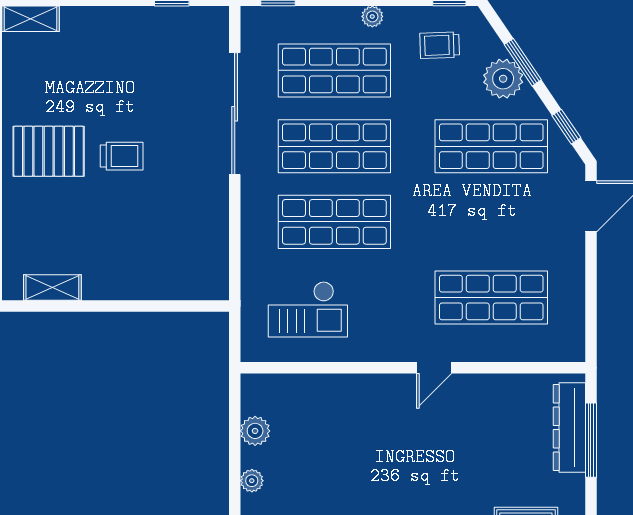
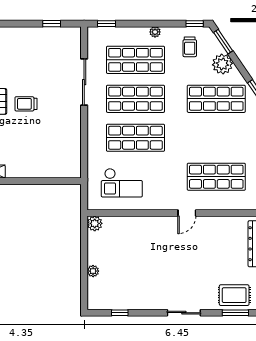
trolley: (440, 45) -> (190, 47), turned -88
window: (523, 62) -> (223, 42), moved
sliding door: (235, 114) -> (84, 82), width x0.73
trolley: (122, 156) -> (26, 104), turned 180
plant: (255, 431) -> (95, 223), moved

